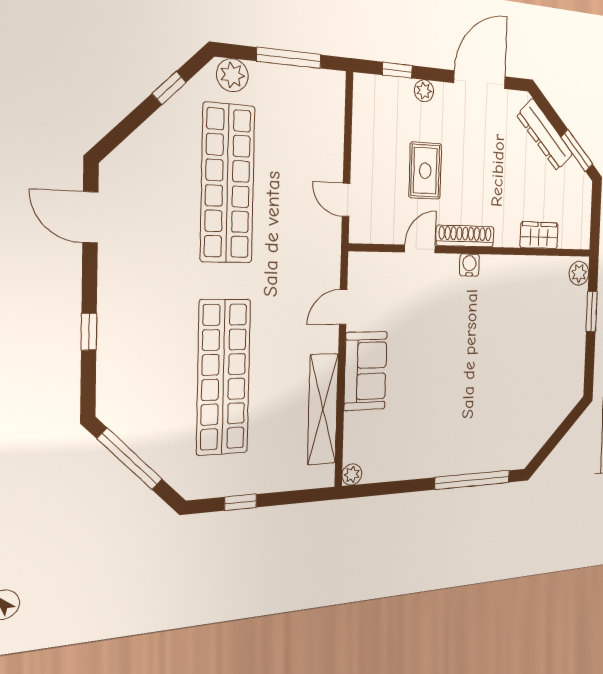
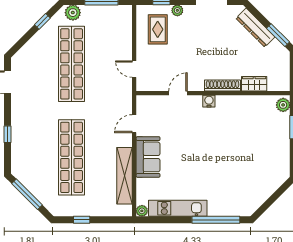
rug: (425, 171) -> (158, 29), moved
shoe rack: (465, 236) -> (223, 86), moved
kitchen unit: (413, 464) -> (178, 208), added

